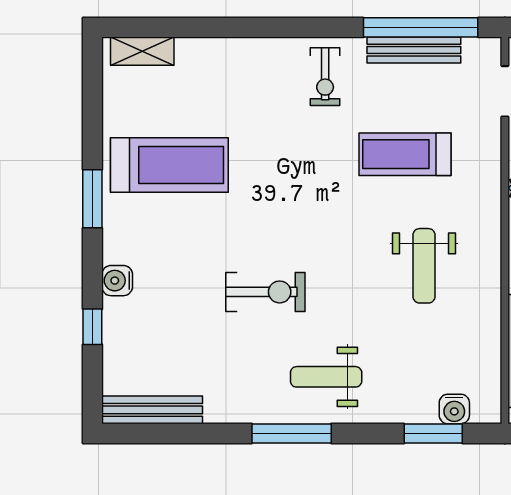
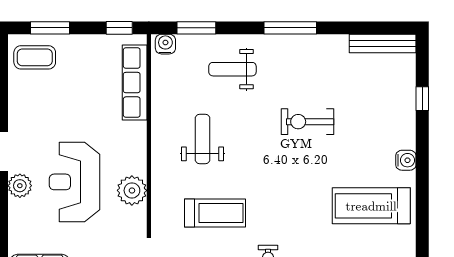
window: (92, 199) -> (422, 183), removed
water cooler: (117, 281) -> (406, 160), moved
weight bench: (326, 377) -> (232, 69), moved, turned 180
water cooler: (454, 409) -> (165, 44), moved

